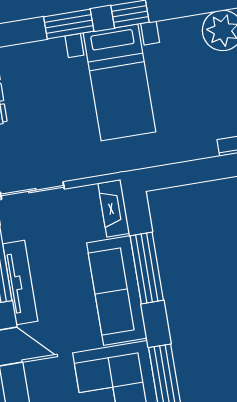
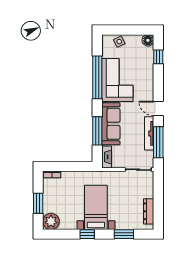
window: (69, 24) -> (124, 234), moved

